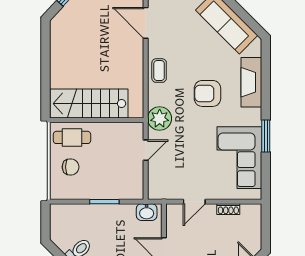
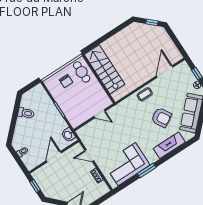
armchair: (207, 93) -> (161, 117), moved, turned 150
plant: (160, 118) -> (120, 110), removed

